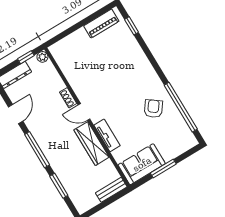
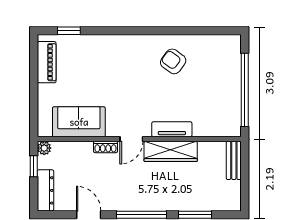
window: (181, 107) -> (189, 31), removed
sofa: (142, 164) -> (79, 122), moved, turned 90
window: (163, 168) -> (245, 90), width x2.11

